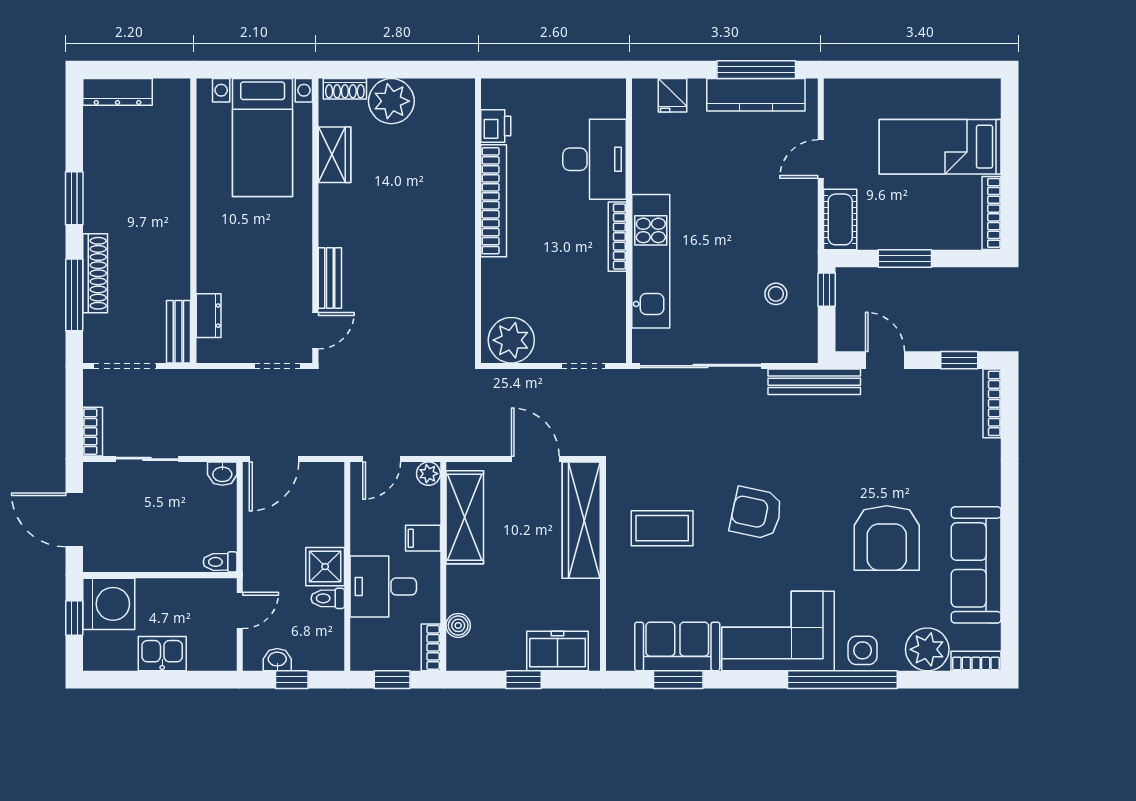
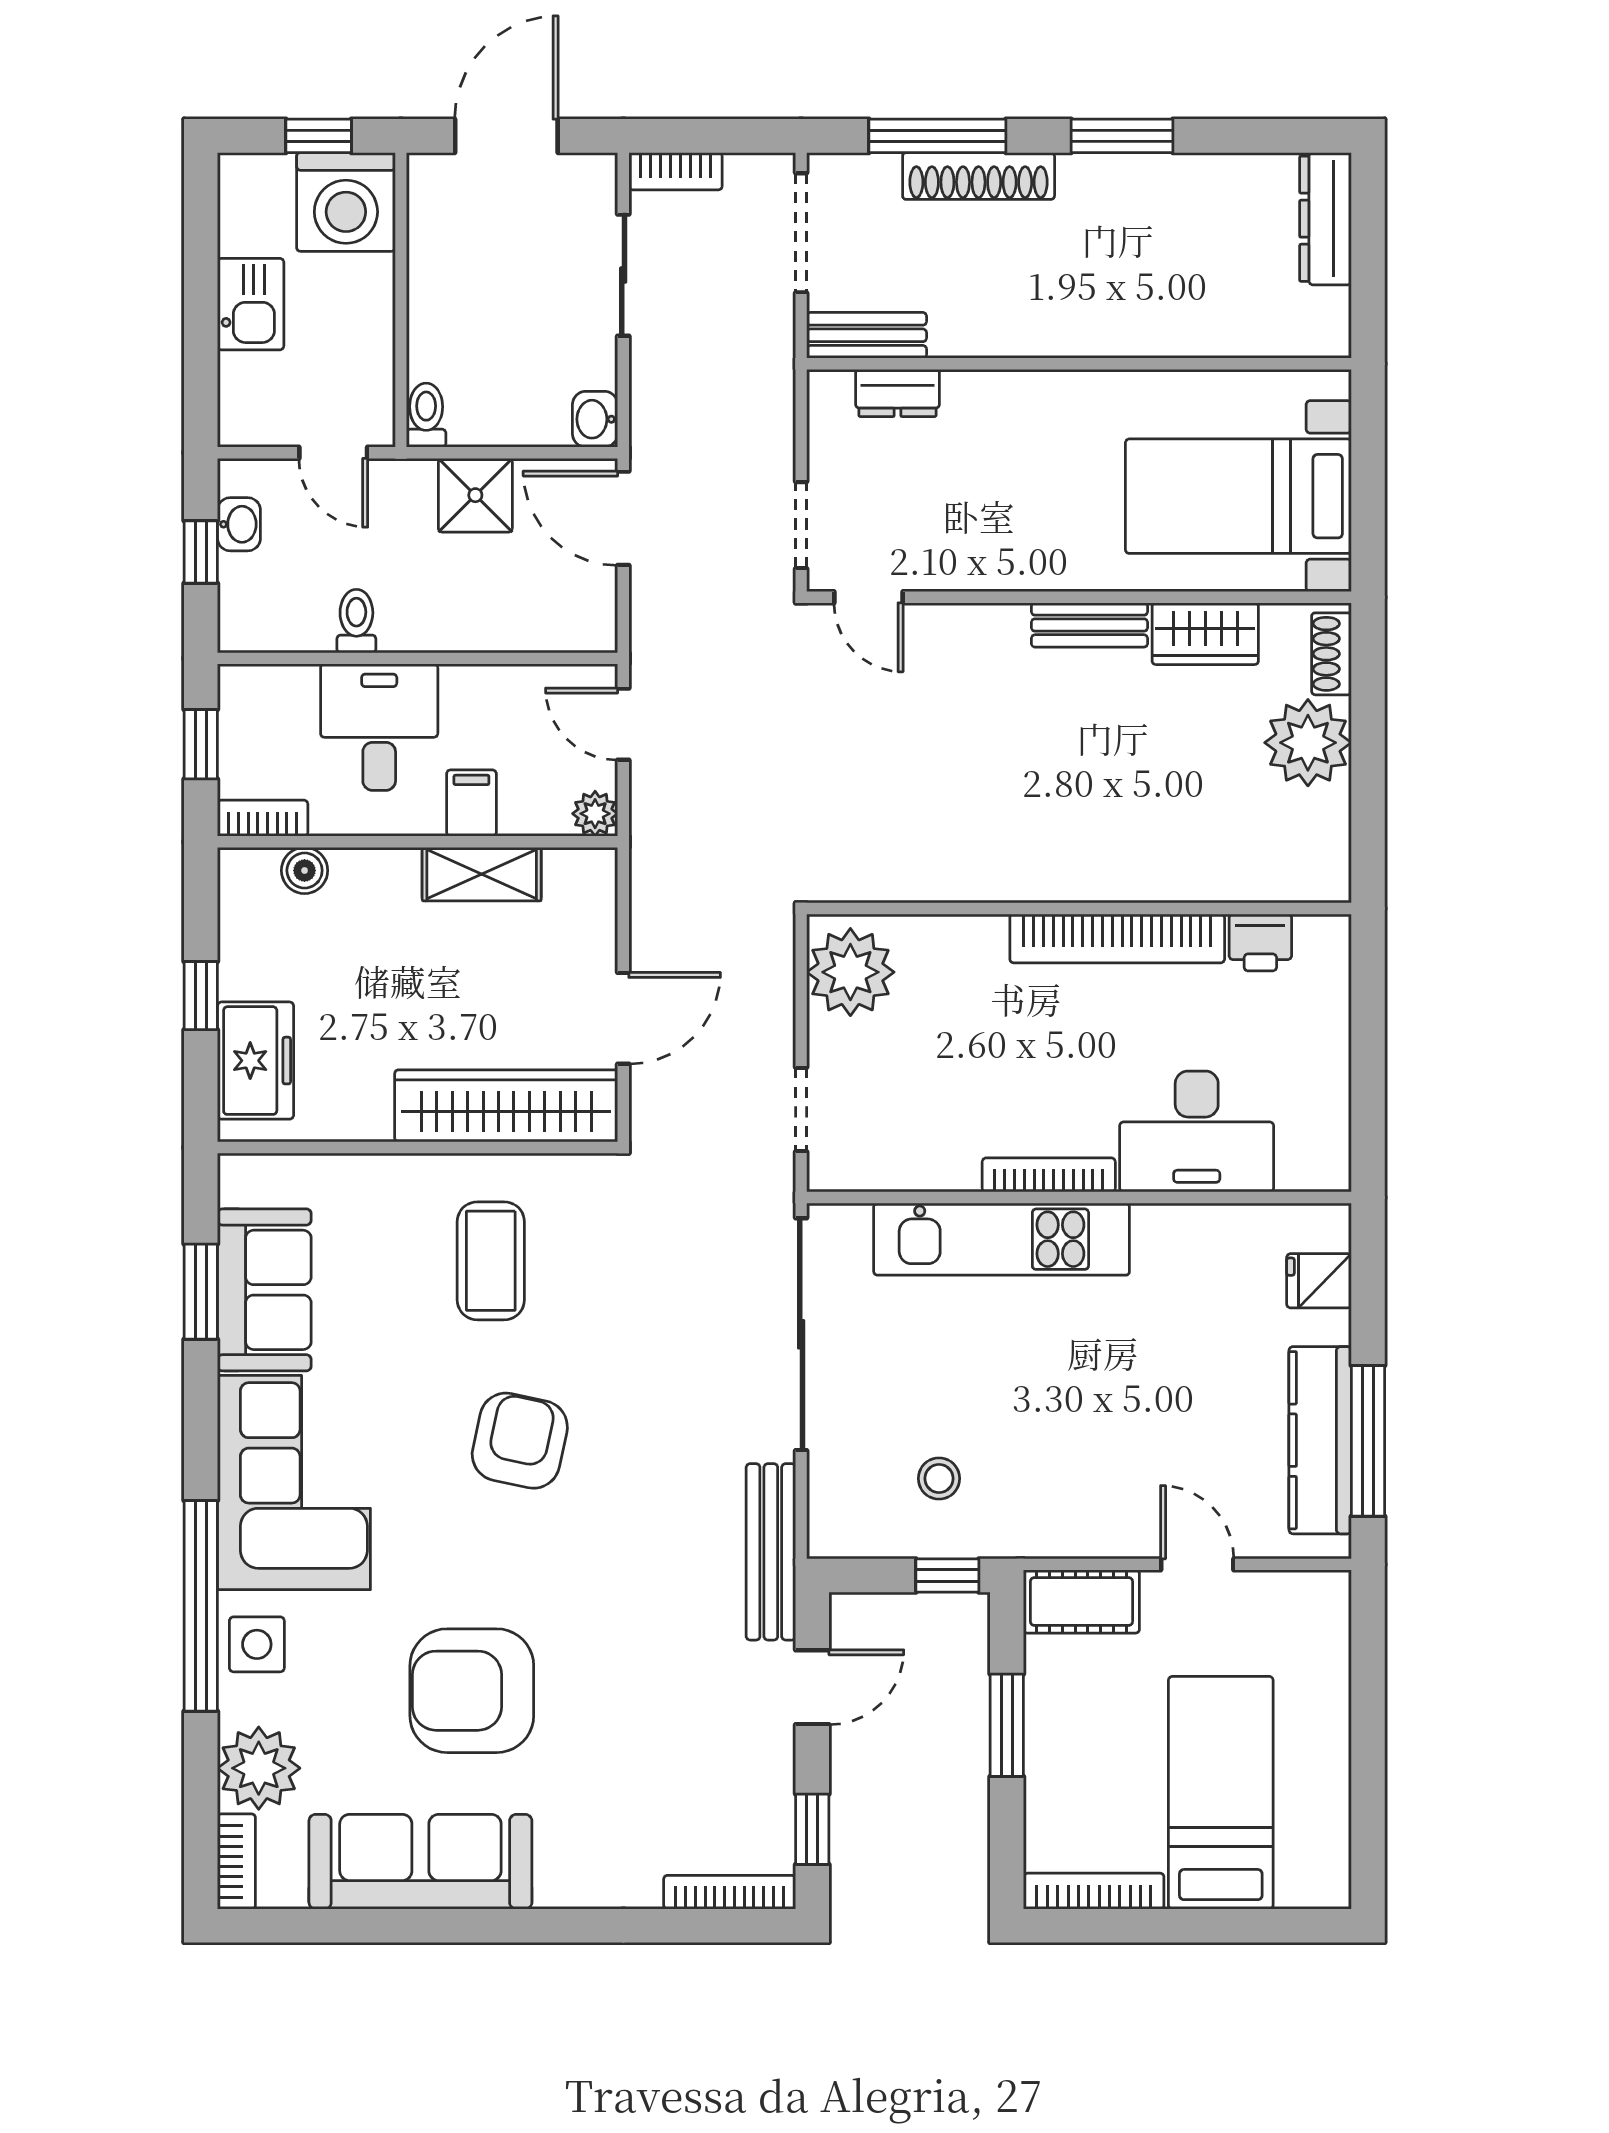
bench: (330, 278) -> (1089, 625), moved
shelving: (465, 517) -> (482, 874), width x0.67, depth x0.75
shower: (325, 567) -> (475, 495), moved

